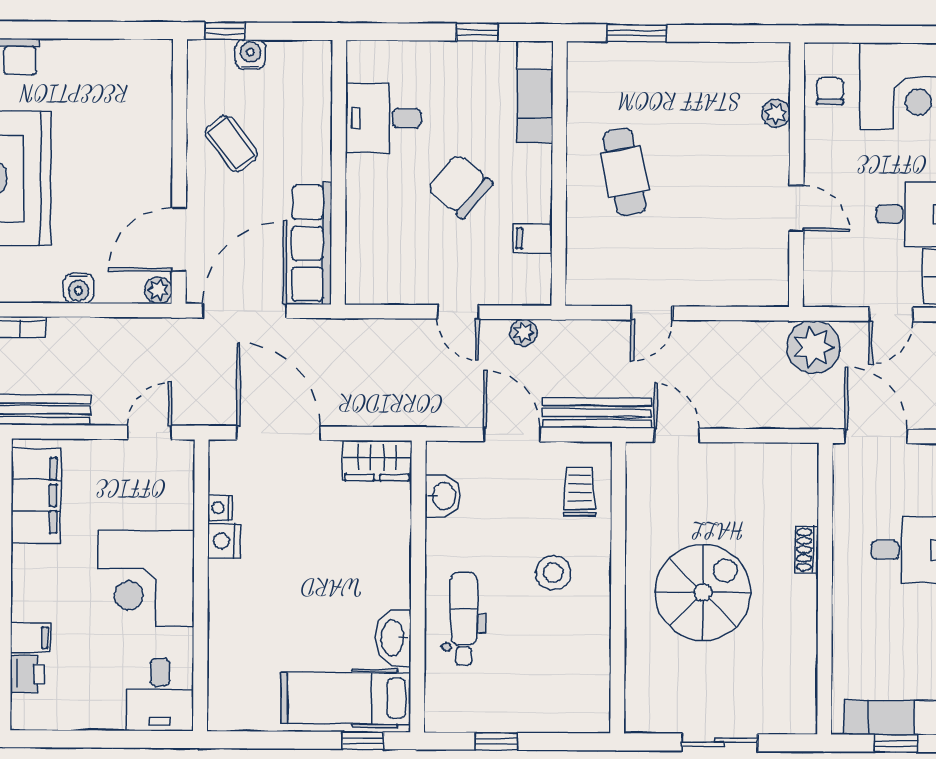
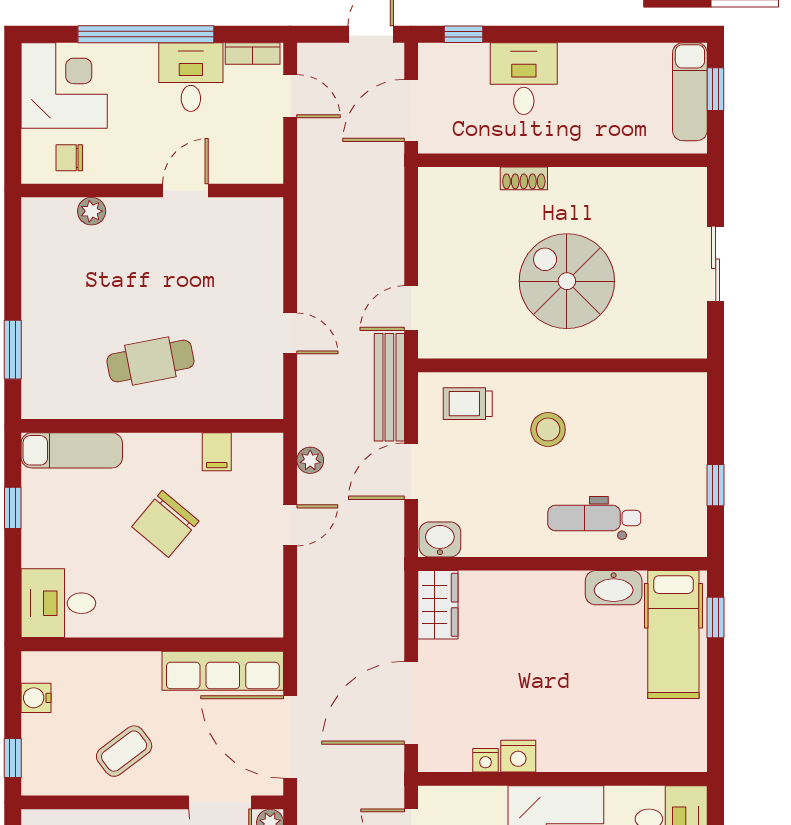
water cooler: (250, 55) -> (36, 698), moved
desk: (383, 118) -> (58, 603), moved, turned 90
plant: (813, 347) -> (323, 173), removed
washbasin: (443, 496) -> (440, 539), moved

